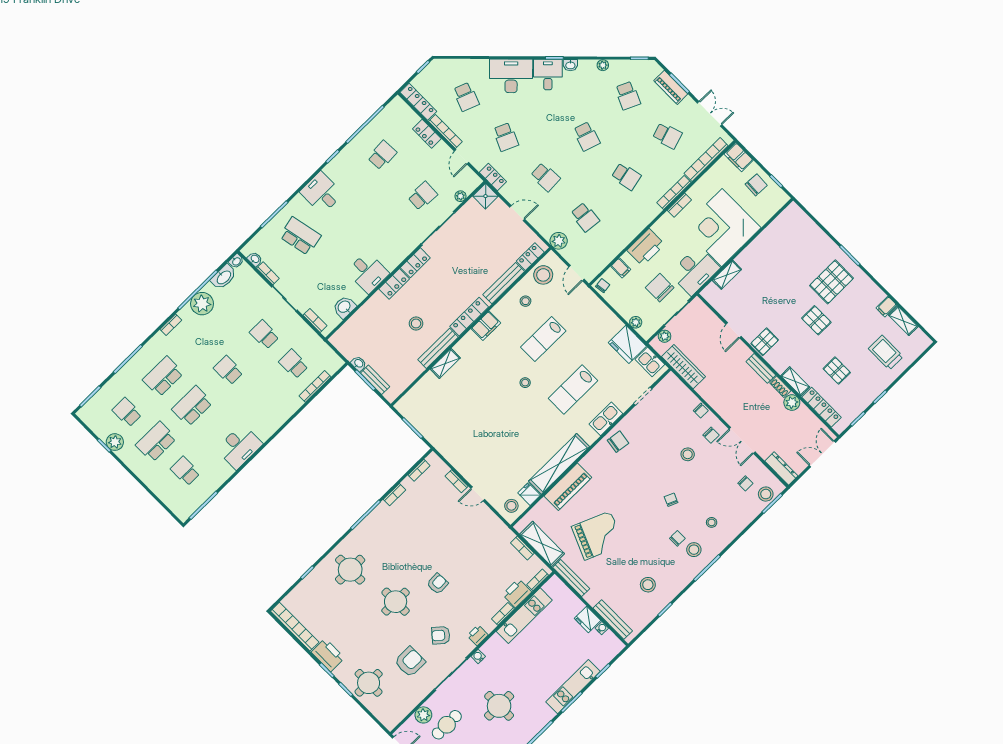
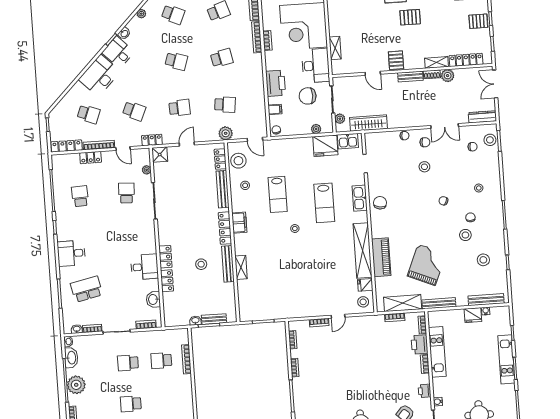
locker: (415, 263) -> (167, 281), moved
pallet: (837, 371) -> (478, 21), moved
stool: (694, 550) -> (465, 235), moved
armchair: (438, 584) -> (372, 388), removed

